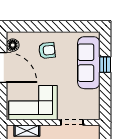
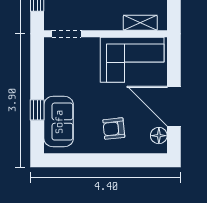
sofa: (89, 63) -> (59, 122), width x0.73
doorway: (72, 122) -> (67, 34), moved

